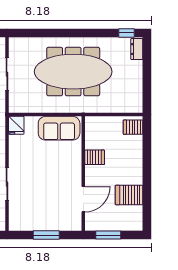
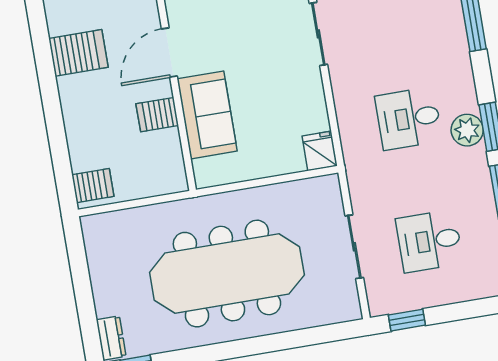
sofa: (59, 128) -> (207, 115), moved, turned 90
door: (83, 199) -> (169, 52), moved

